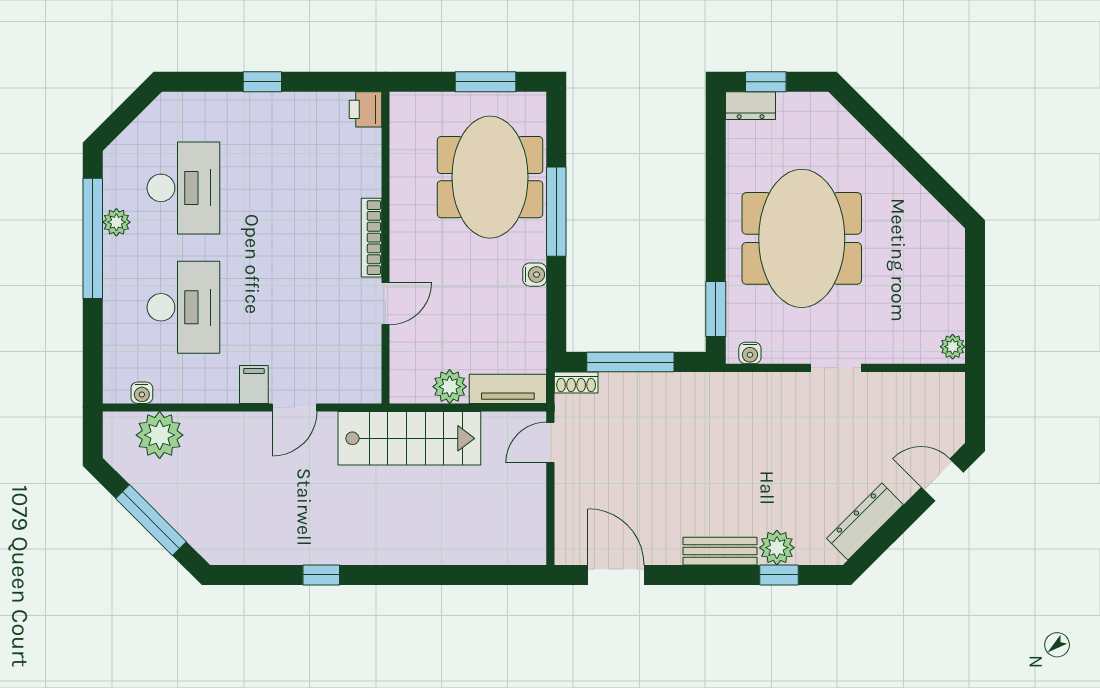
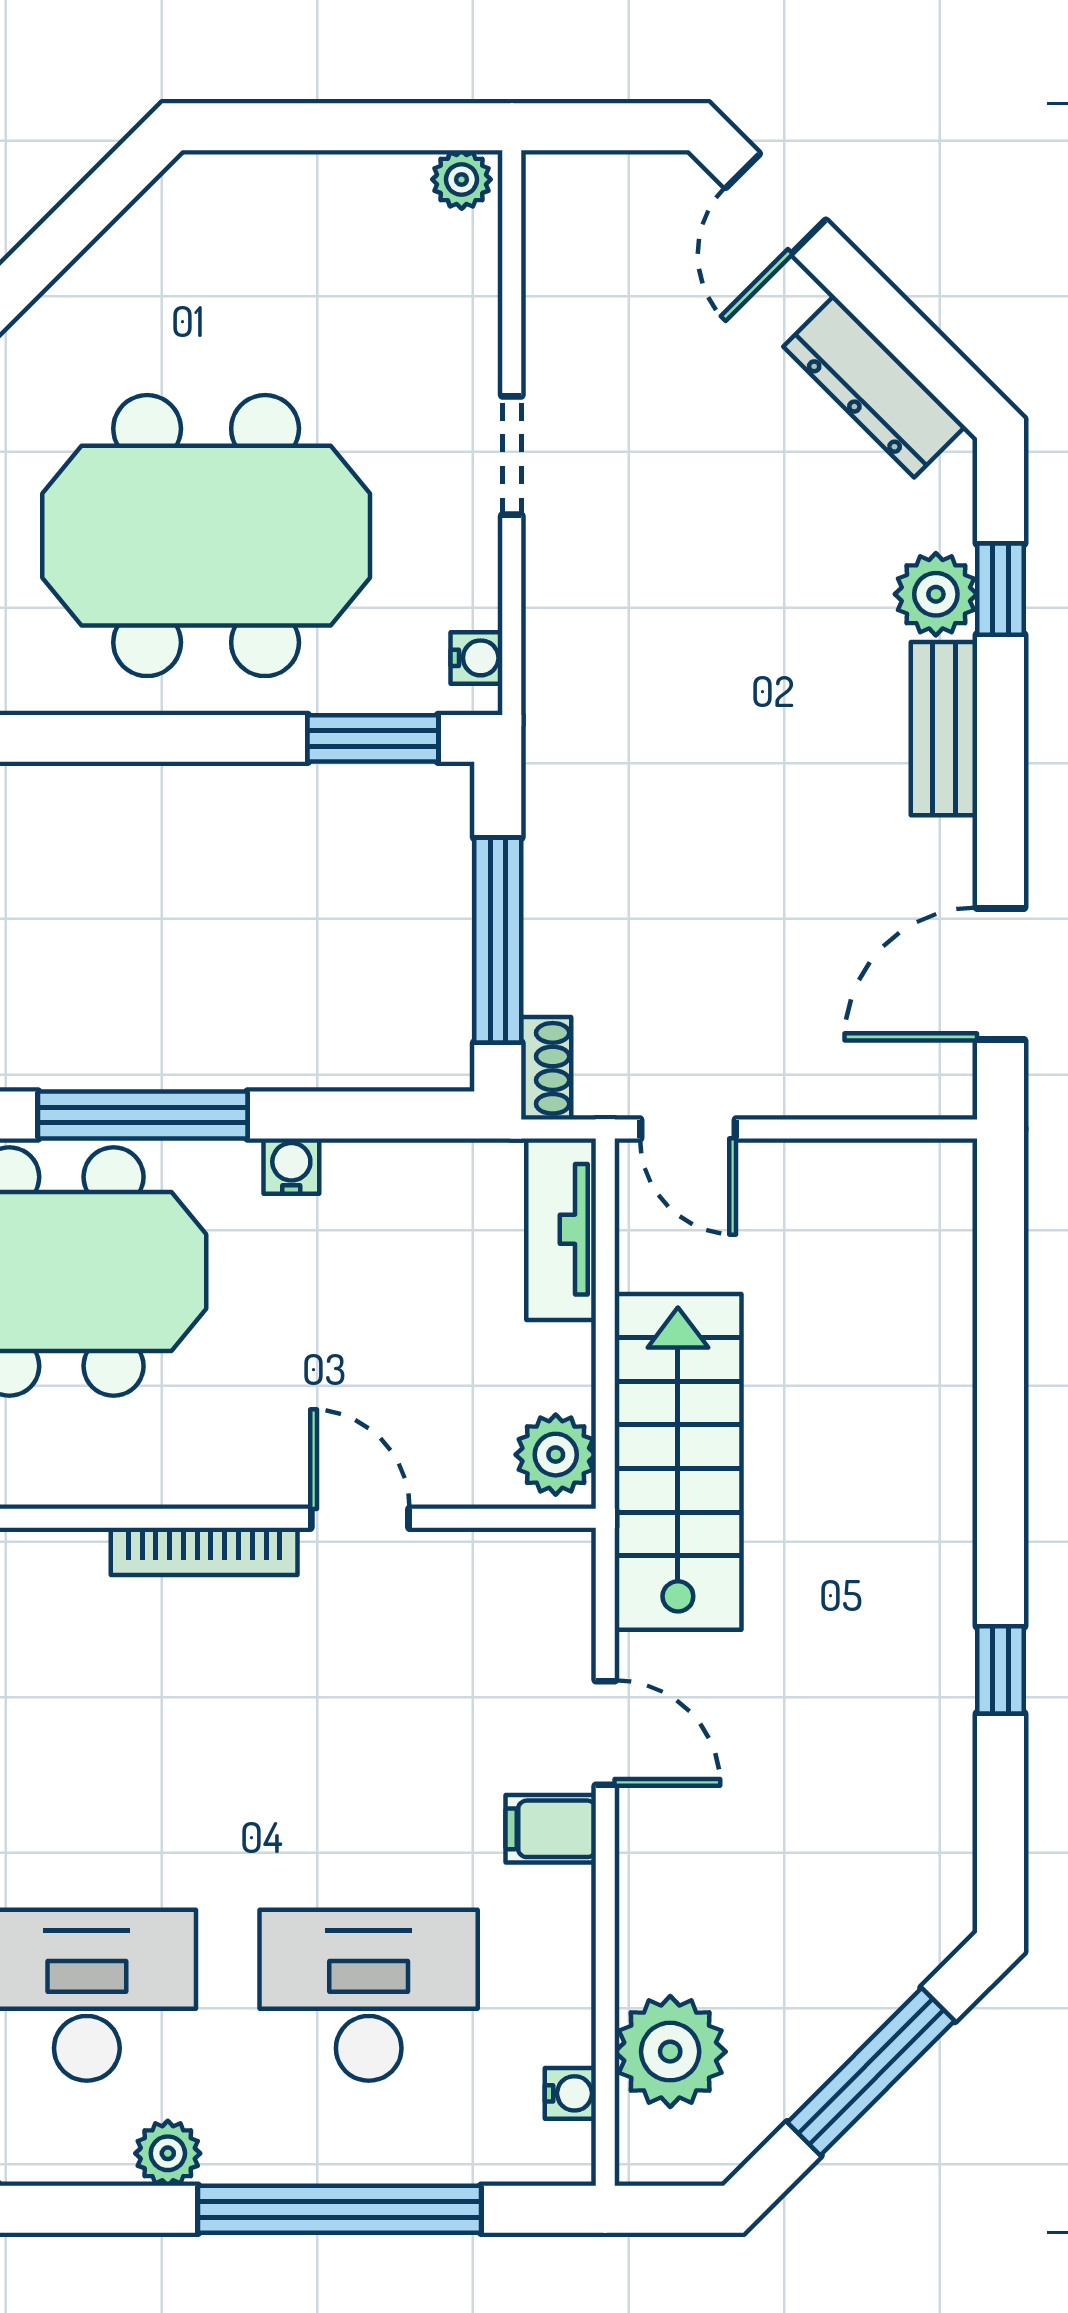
window: (93, 238) -> (339, 2209), moved
plant: (450, 387) -> (556, 1455), moved

